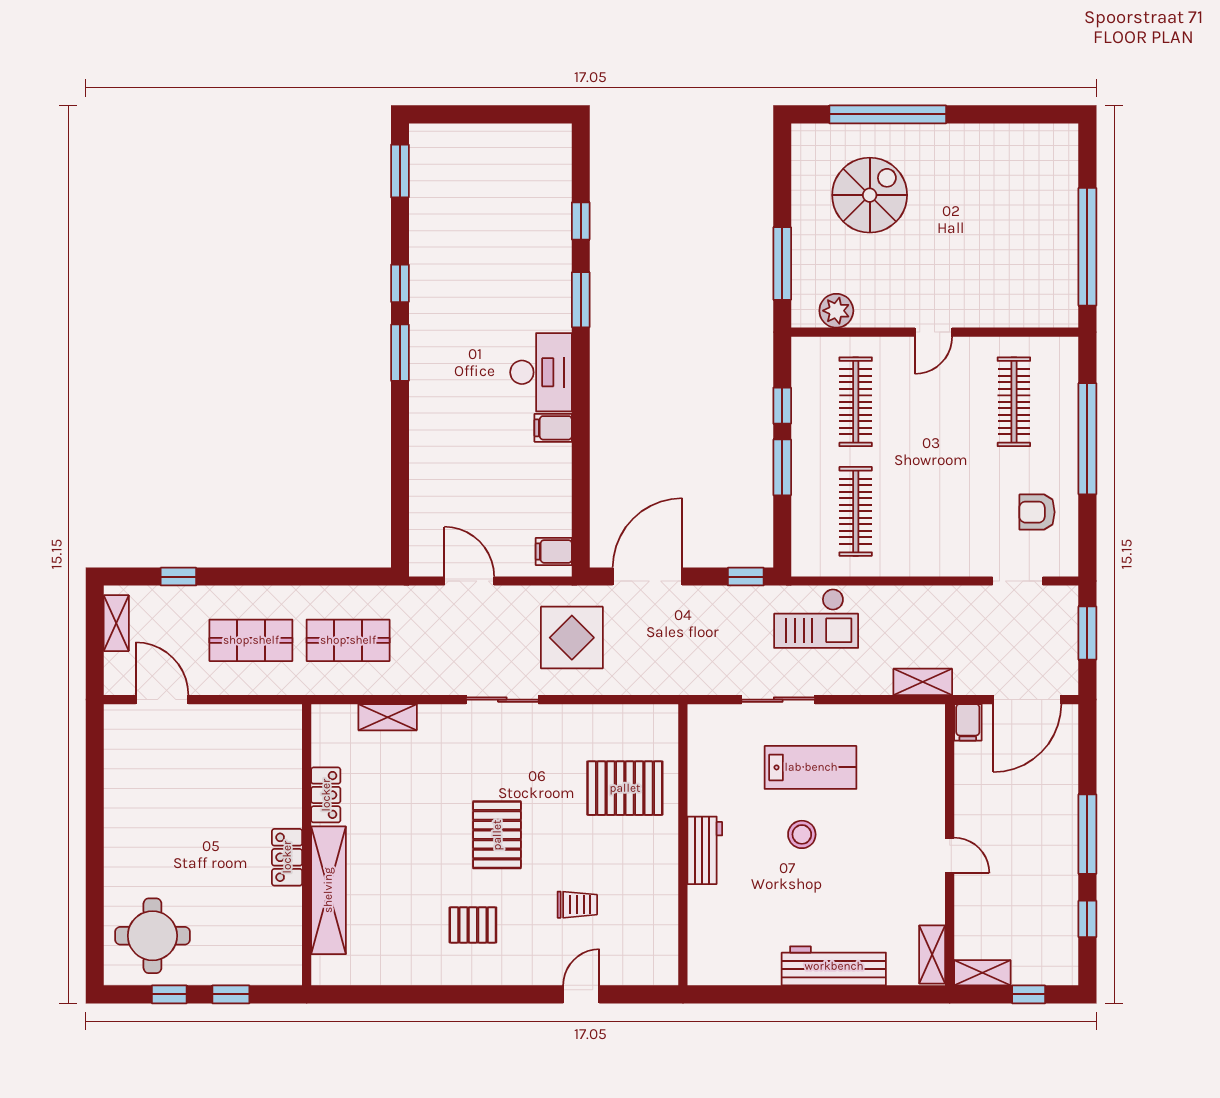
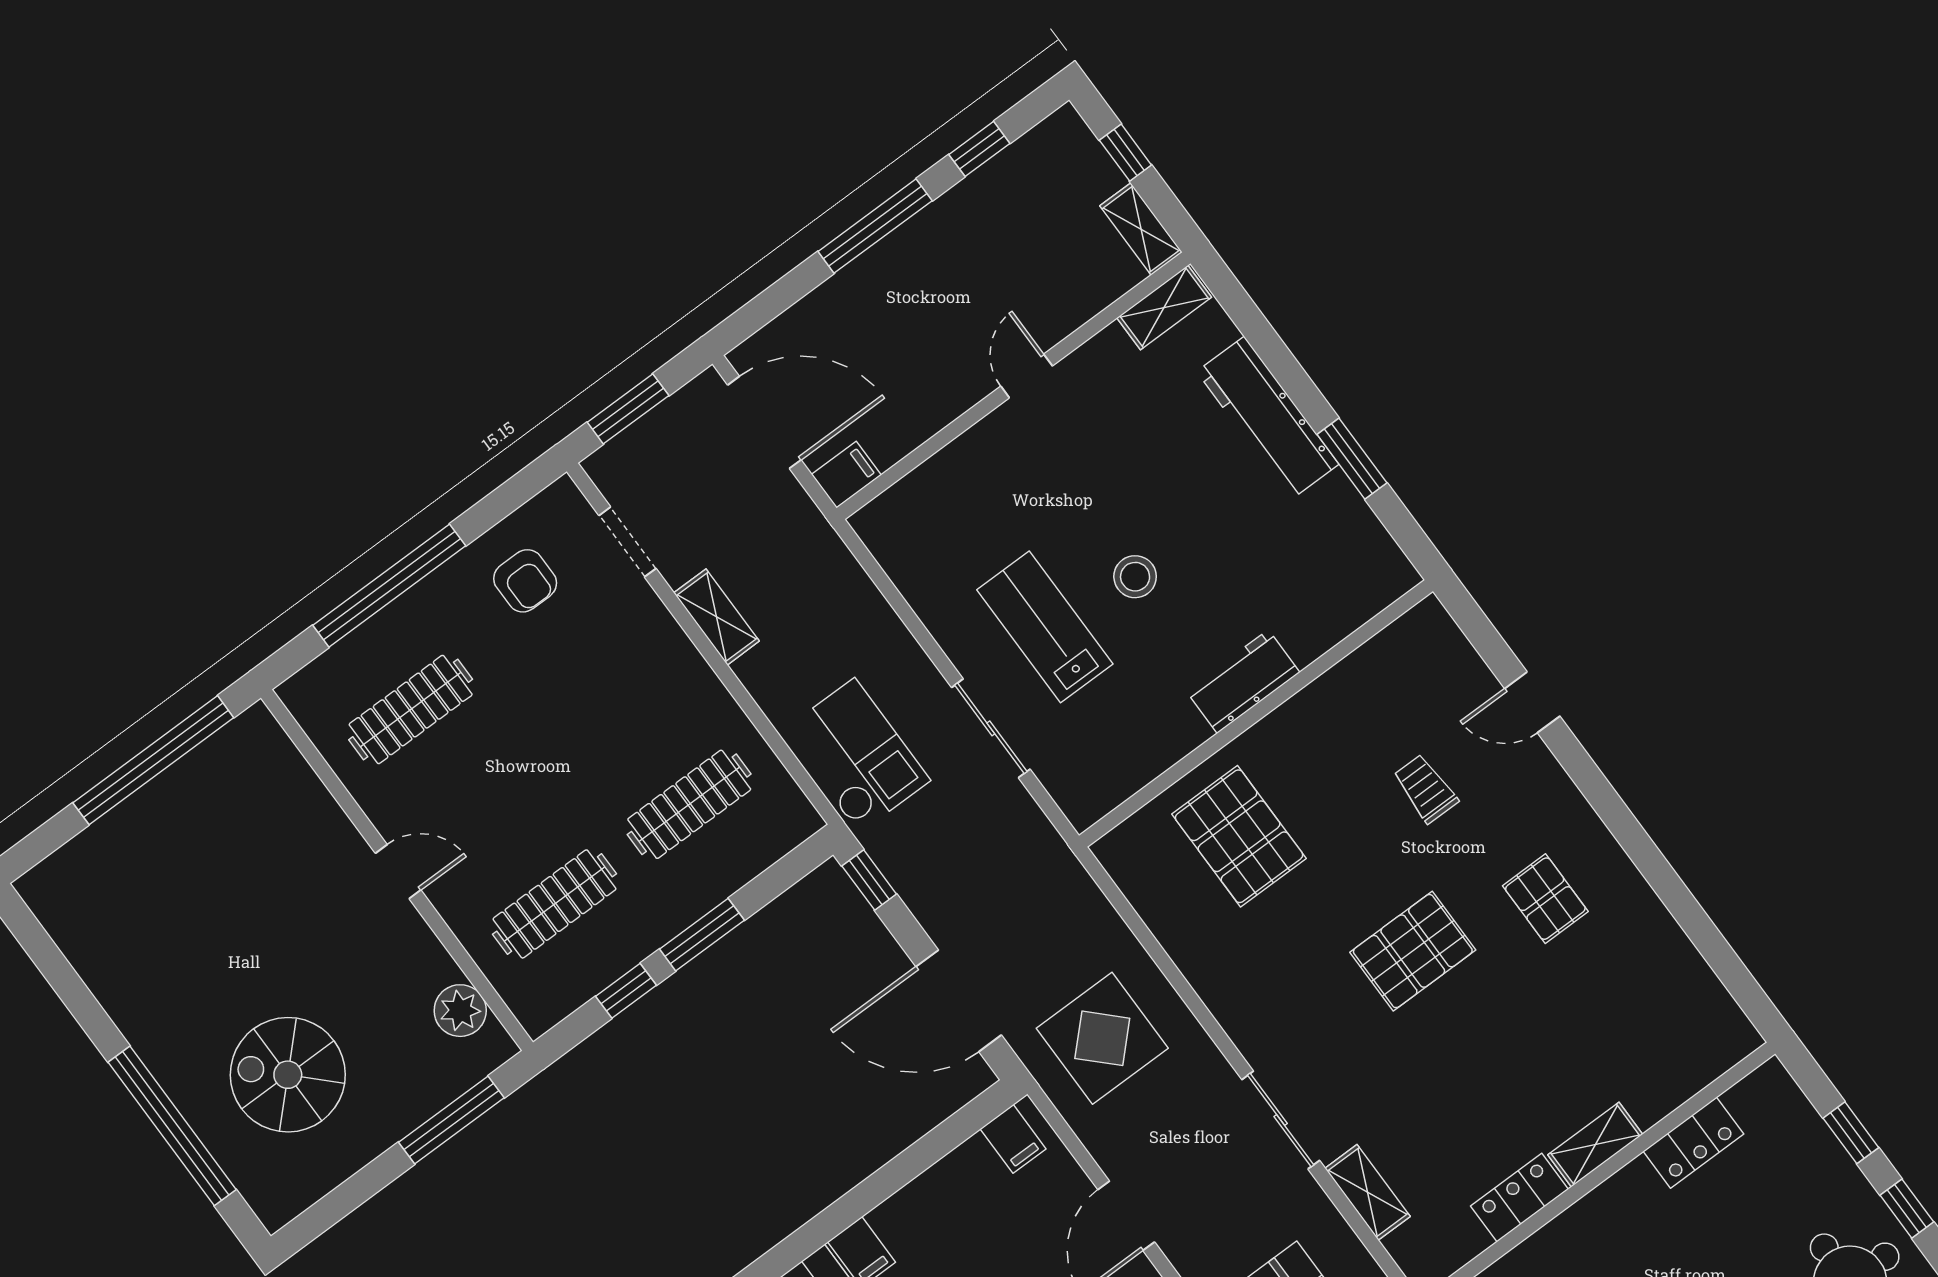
shelving: (923, 682) -> (717, 617), moved
sliding door: (502, 700) -> (1281, 1120), moved
locker: (287, 857) -> (1693, 1143), moved
shelving: (328, 890) -> (1595, 1145), width x0.45, depth x0.75
window: (780, 994) -> (1352, 459), added

